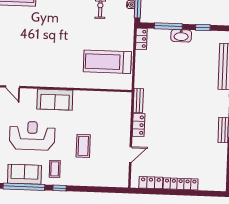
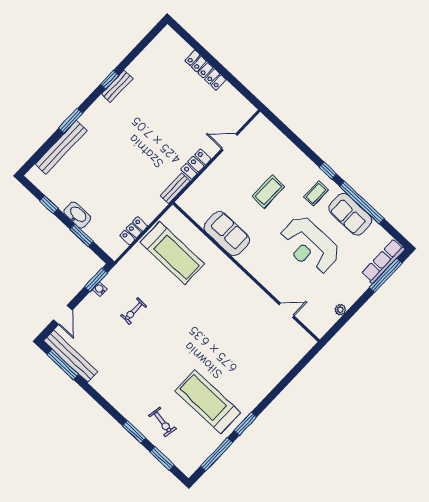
window: (168, 26) -> (82, 235), width x0.69
locker: (141, 39) -> (134, 231), moved
door: (13, 87) -> (287, 310), hinge flipped
sofa: (55, 100) -> (227, 234), moved
locker: (151, 183) -> (234, 97), removed

